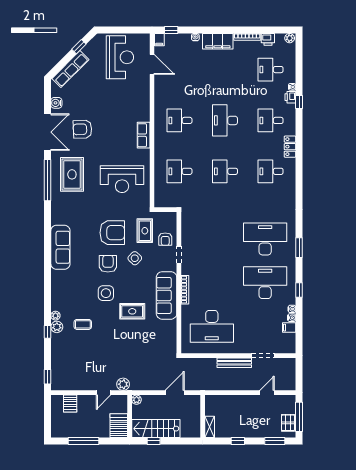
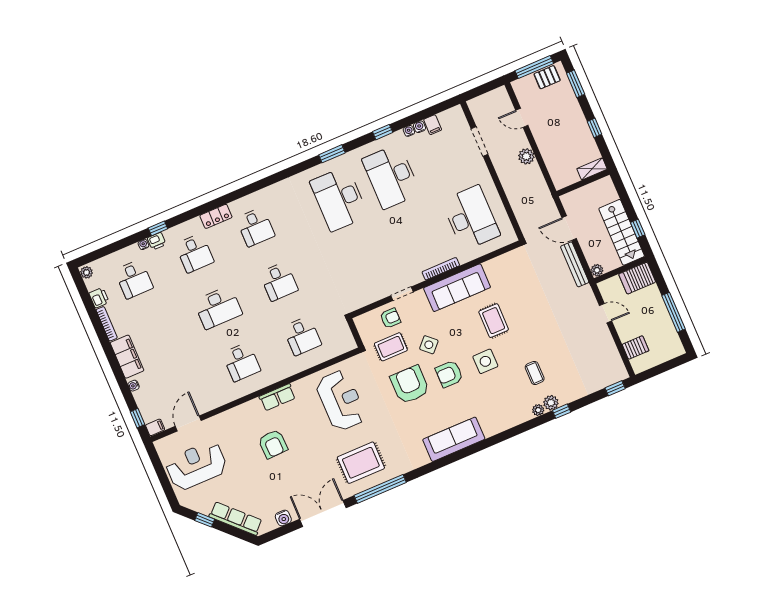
armchair: (82, 129) -> (273, 444), moved
bench: (234, 363) -> (575, 264), moved
plant: (123, 384) -> (526, 156), moved

